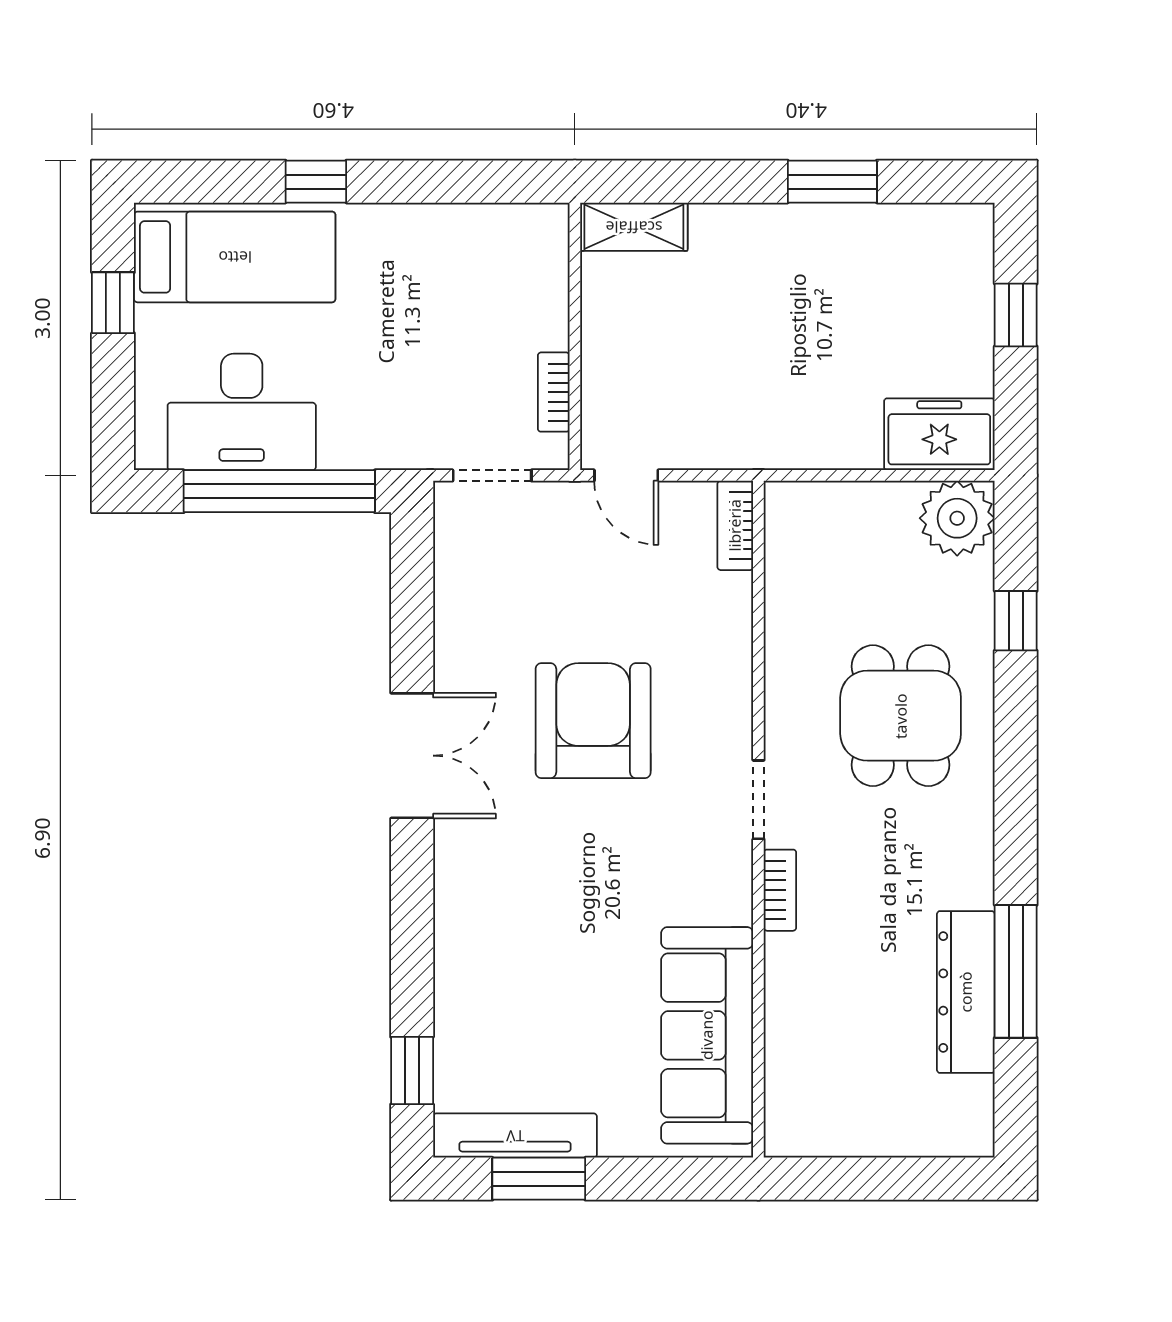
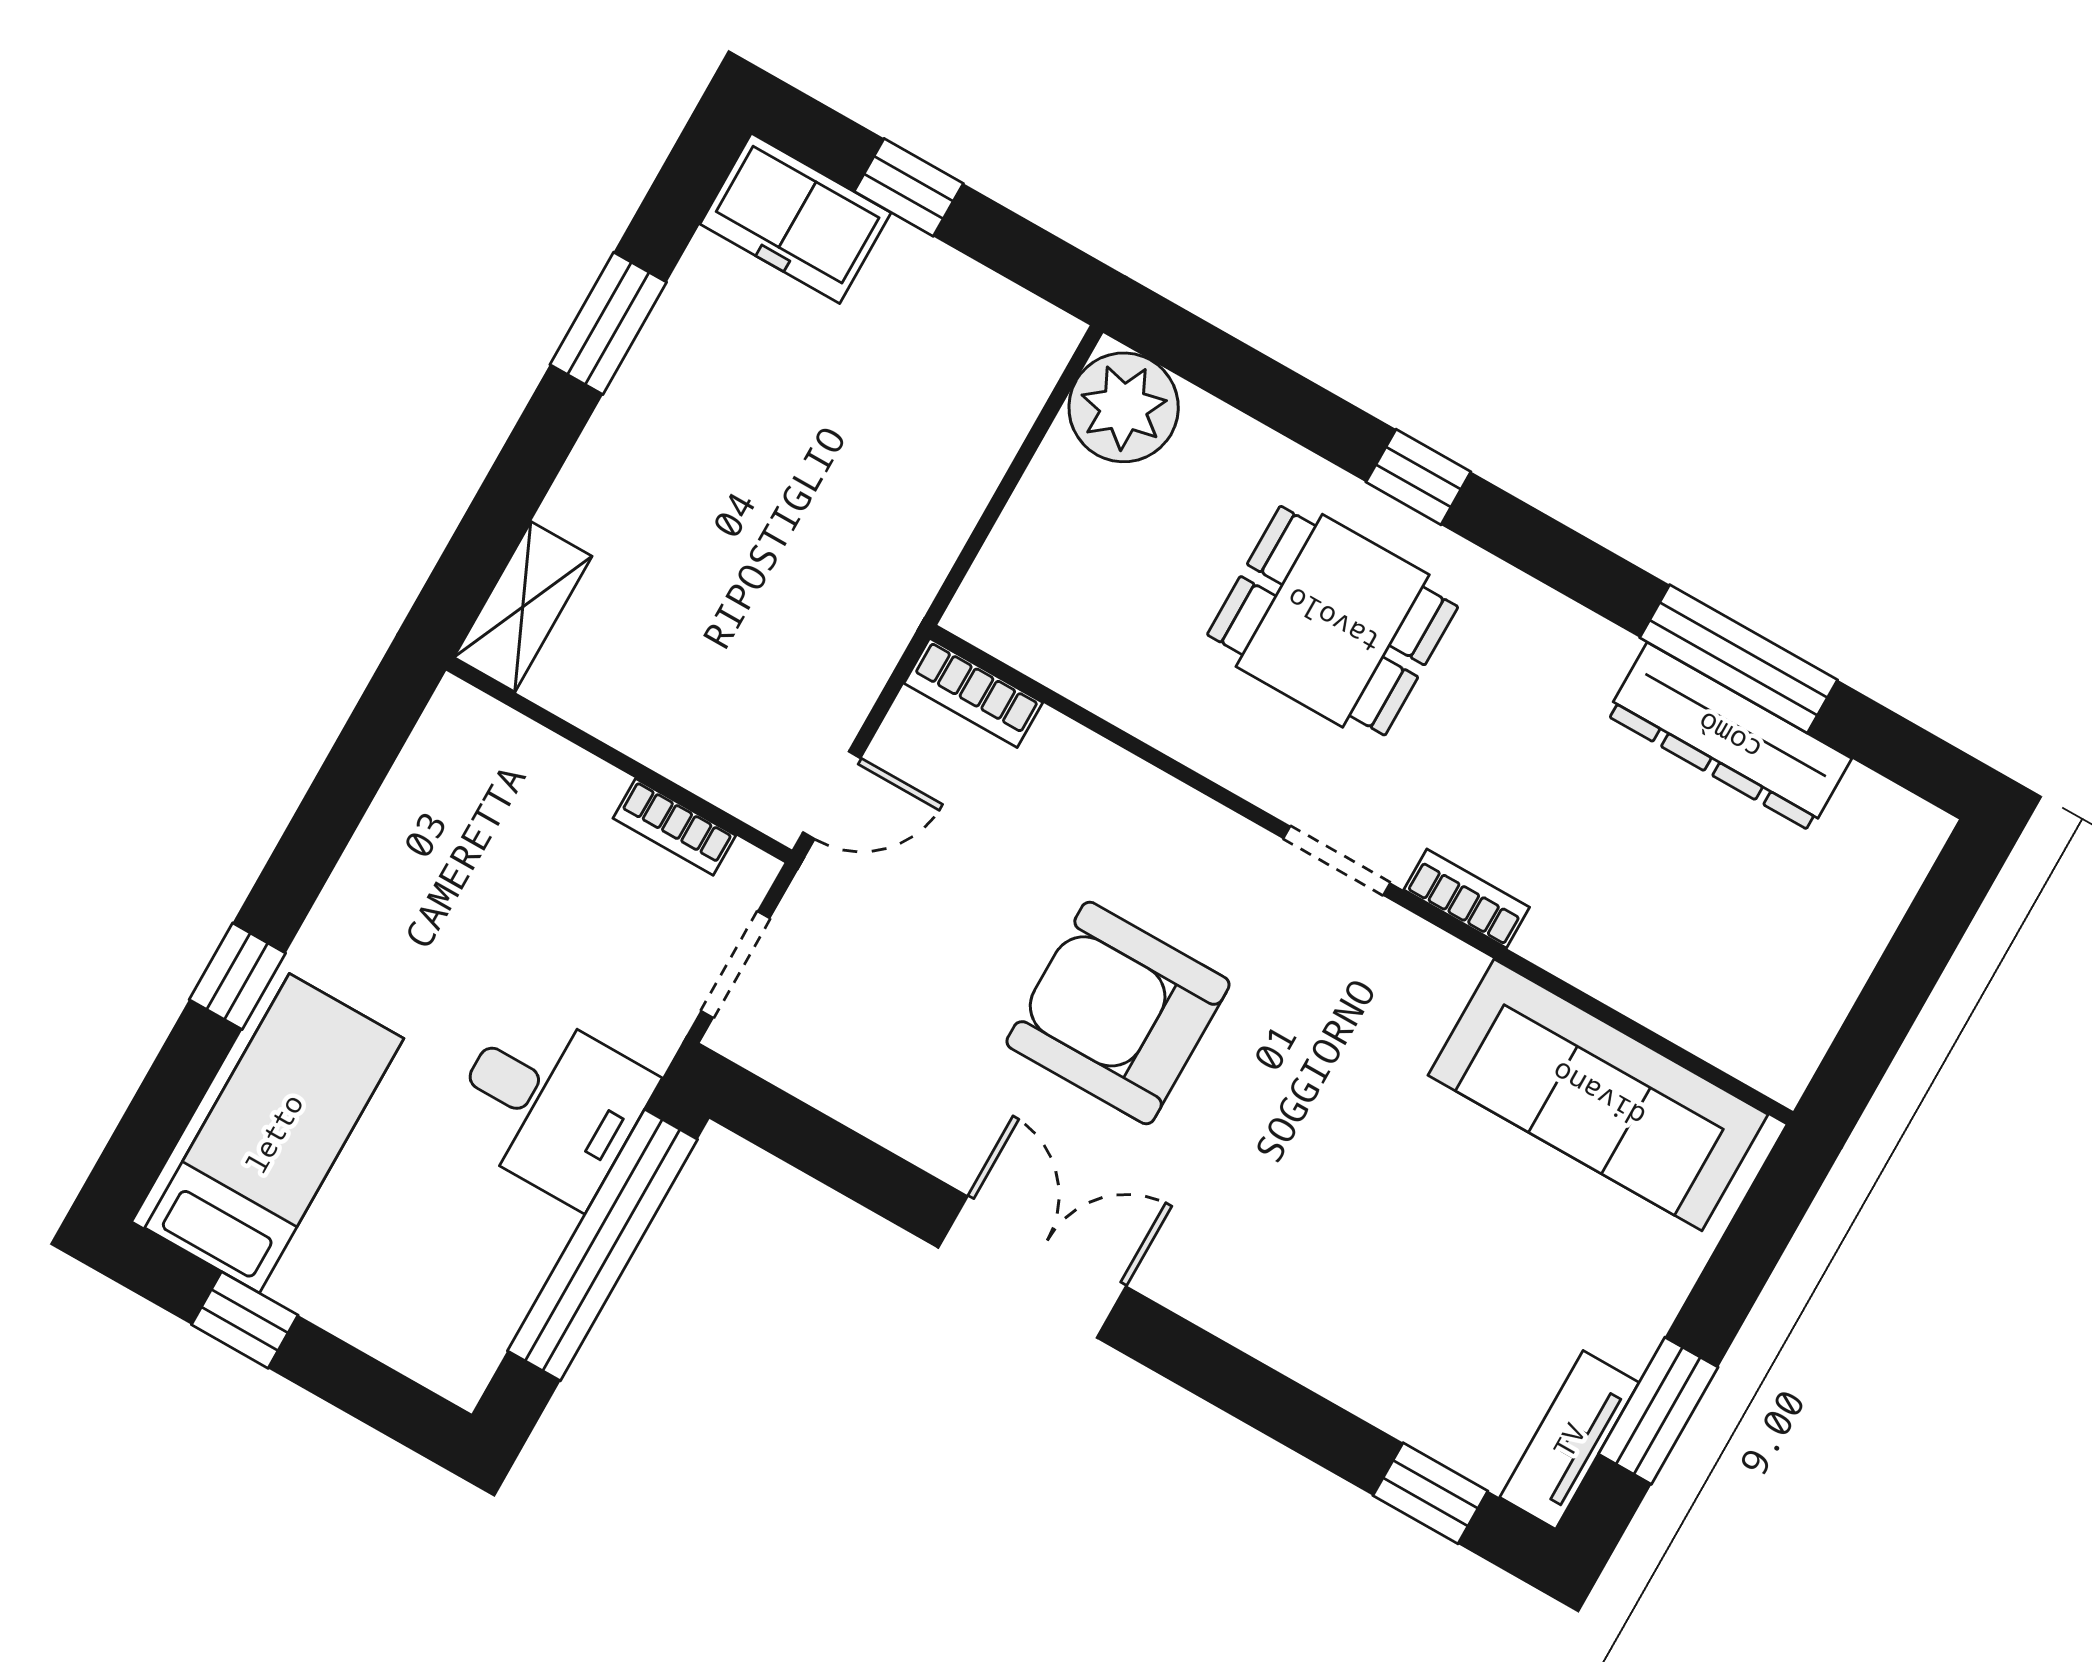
desk: (242, 412) -> (550, 1104), moved, width x0.73
freezer: (939, 434) -> (795, 218), moved, turned -90
window: (1016, 621) -> (1418, 477), moved
tv unit: (515, 1136) -> (1569, 1440), width x0.71

